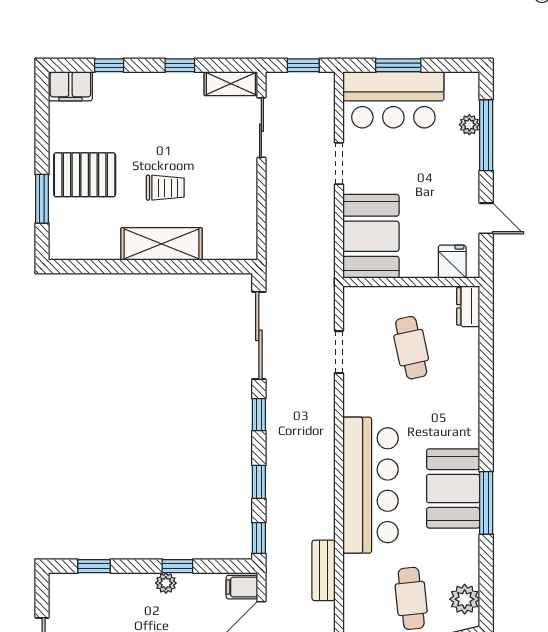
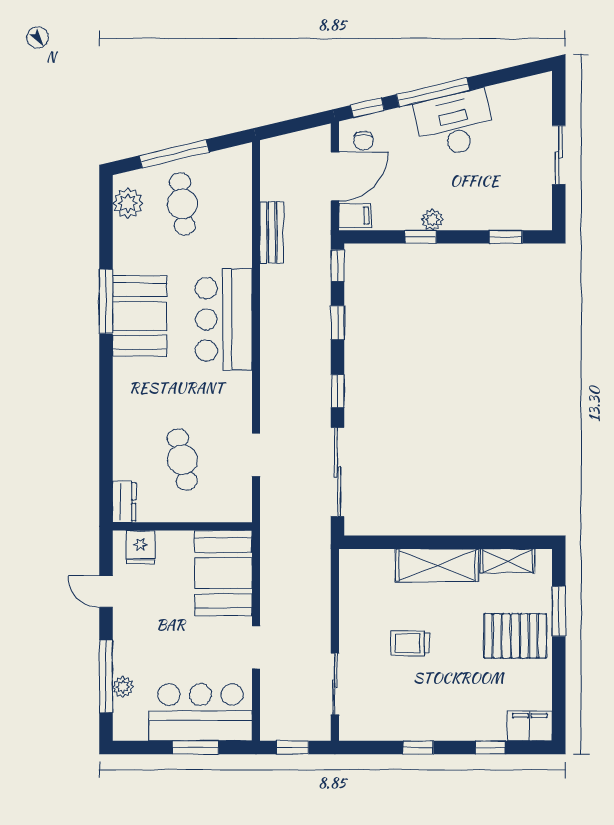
shelving: (231, 84) -> (508, 561), moved
trolley: (165, 188) -> (410, 643), moved
bar counter: (370, 485) -> (224, 319), width x0.73

